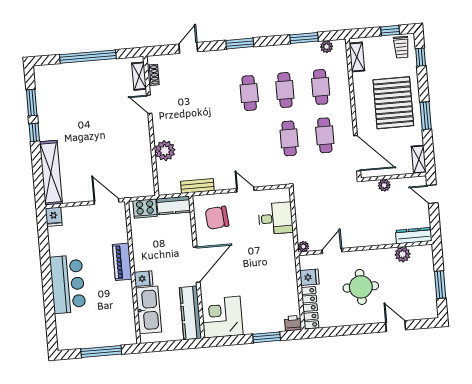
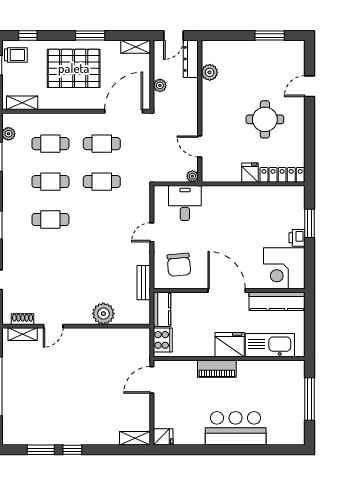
shelving: (51, 173) -> (135, 438), width x0.45, depth x0.75
dresser: (414, 236) -> (191, 59), moved
plant: (303, 247) -> (192, 176), moved
wall: (365, 248) -> (200, 111), moved
door: (332, 251) -> (200, 146), moved
plant: (403, 254) -> (210, 72), moved
fridge: (143, 279) -> (230, 345), width x1.88, depth x1.34
printer: (293, 323) -> (297, 238), moved

